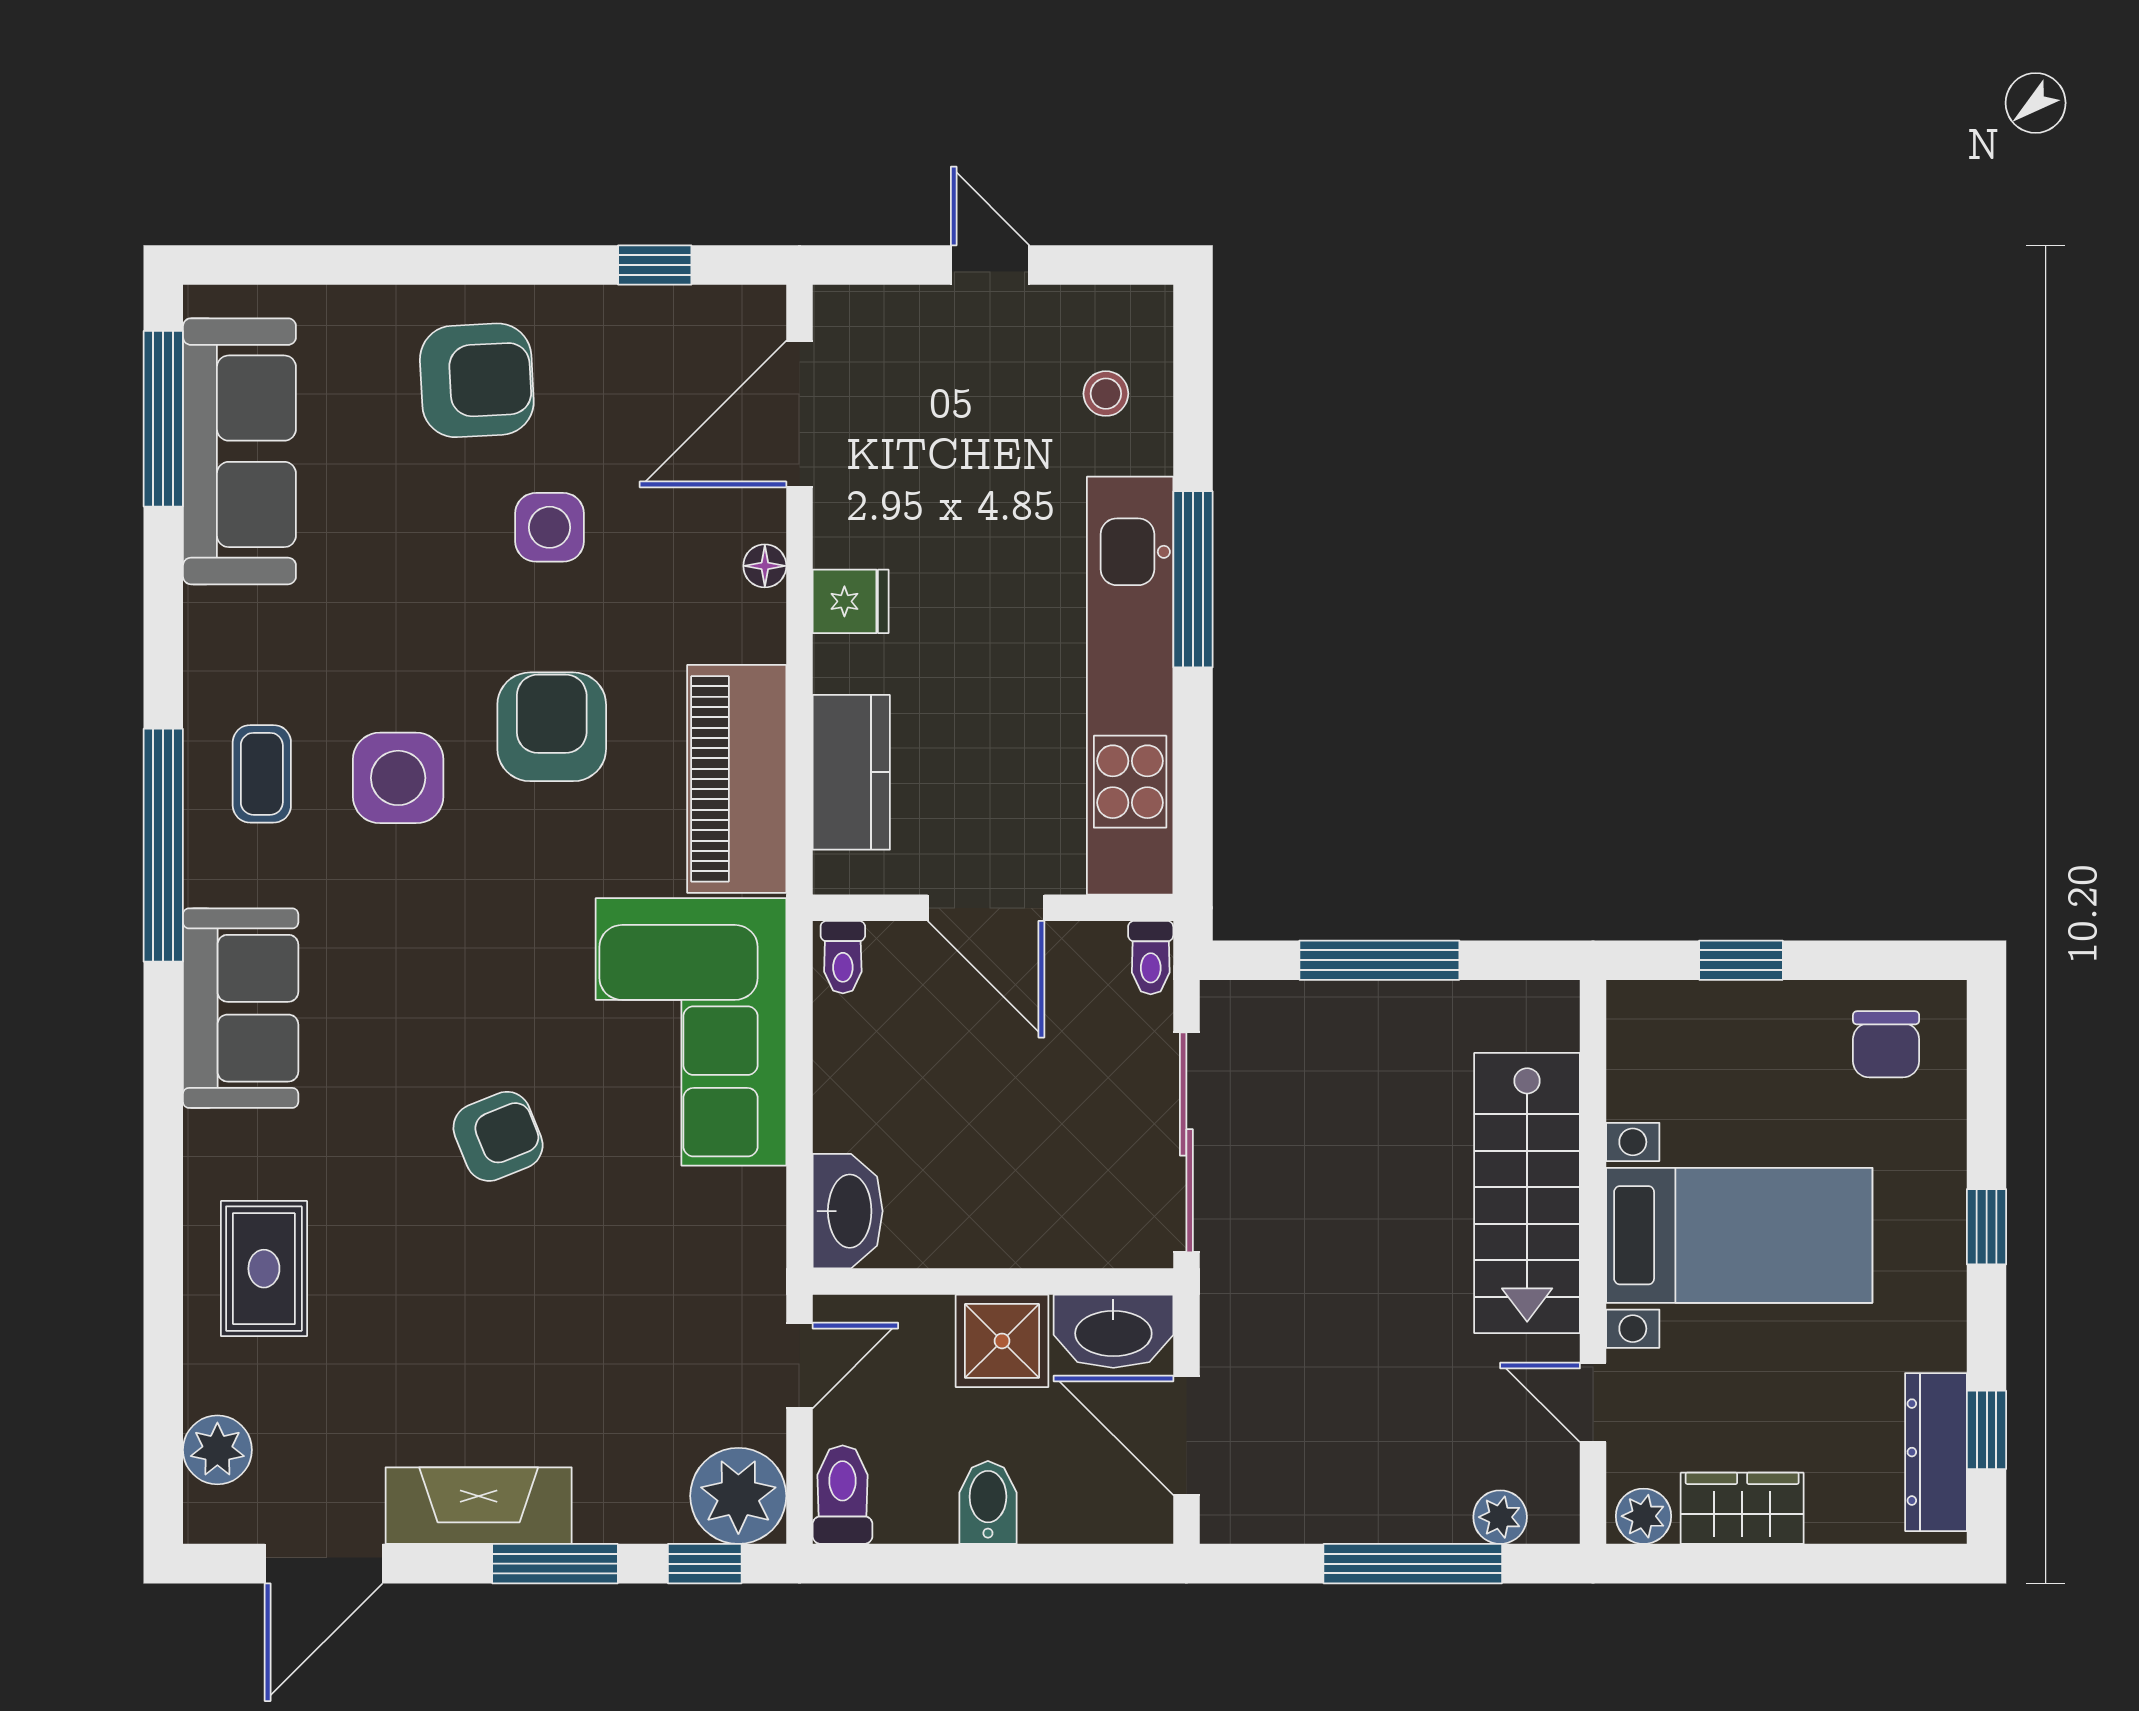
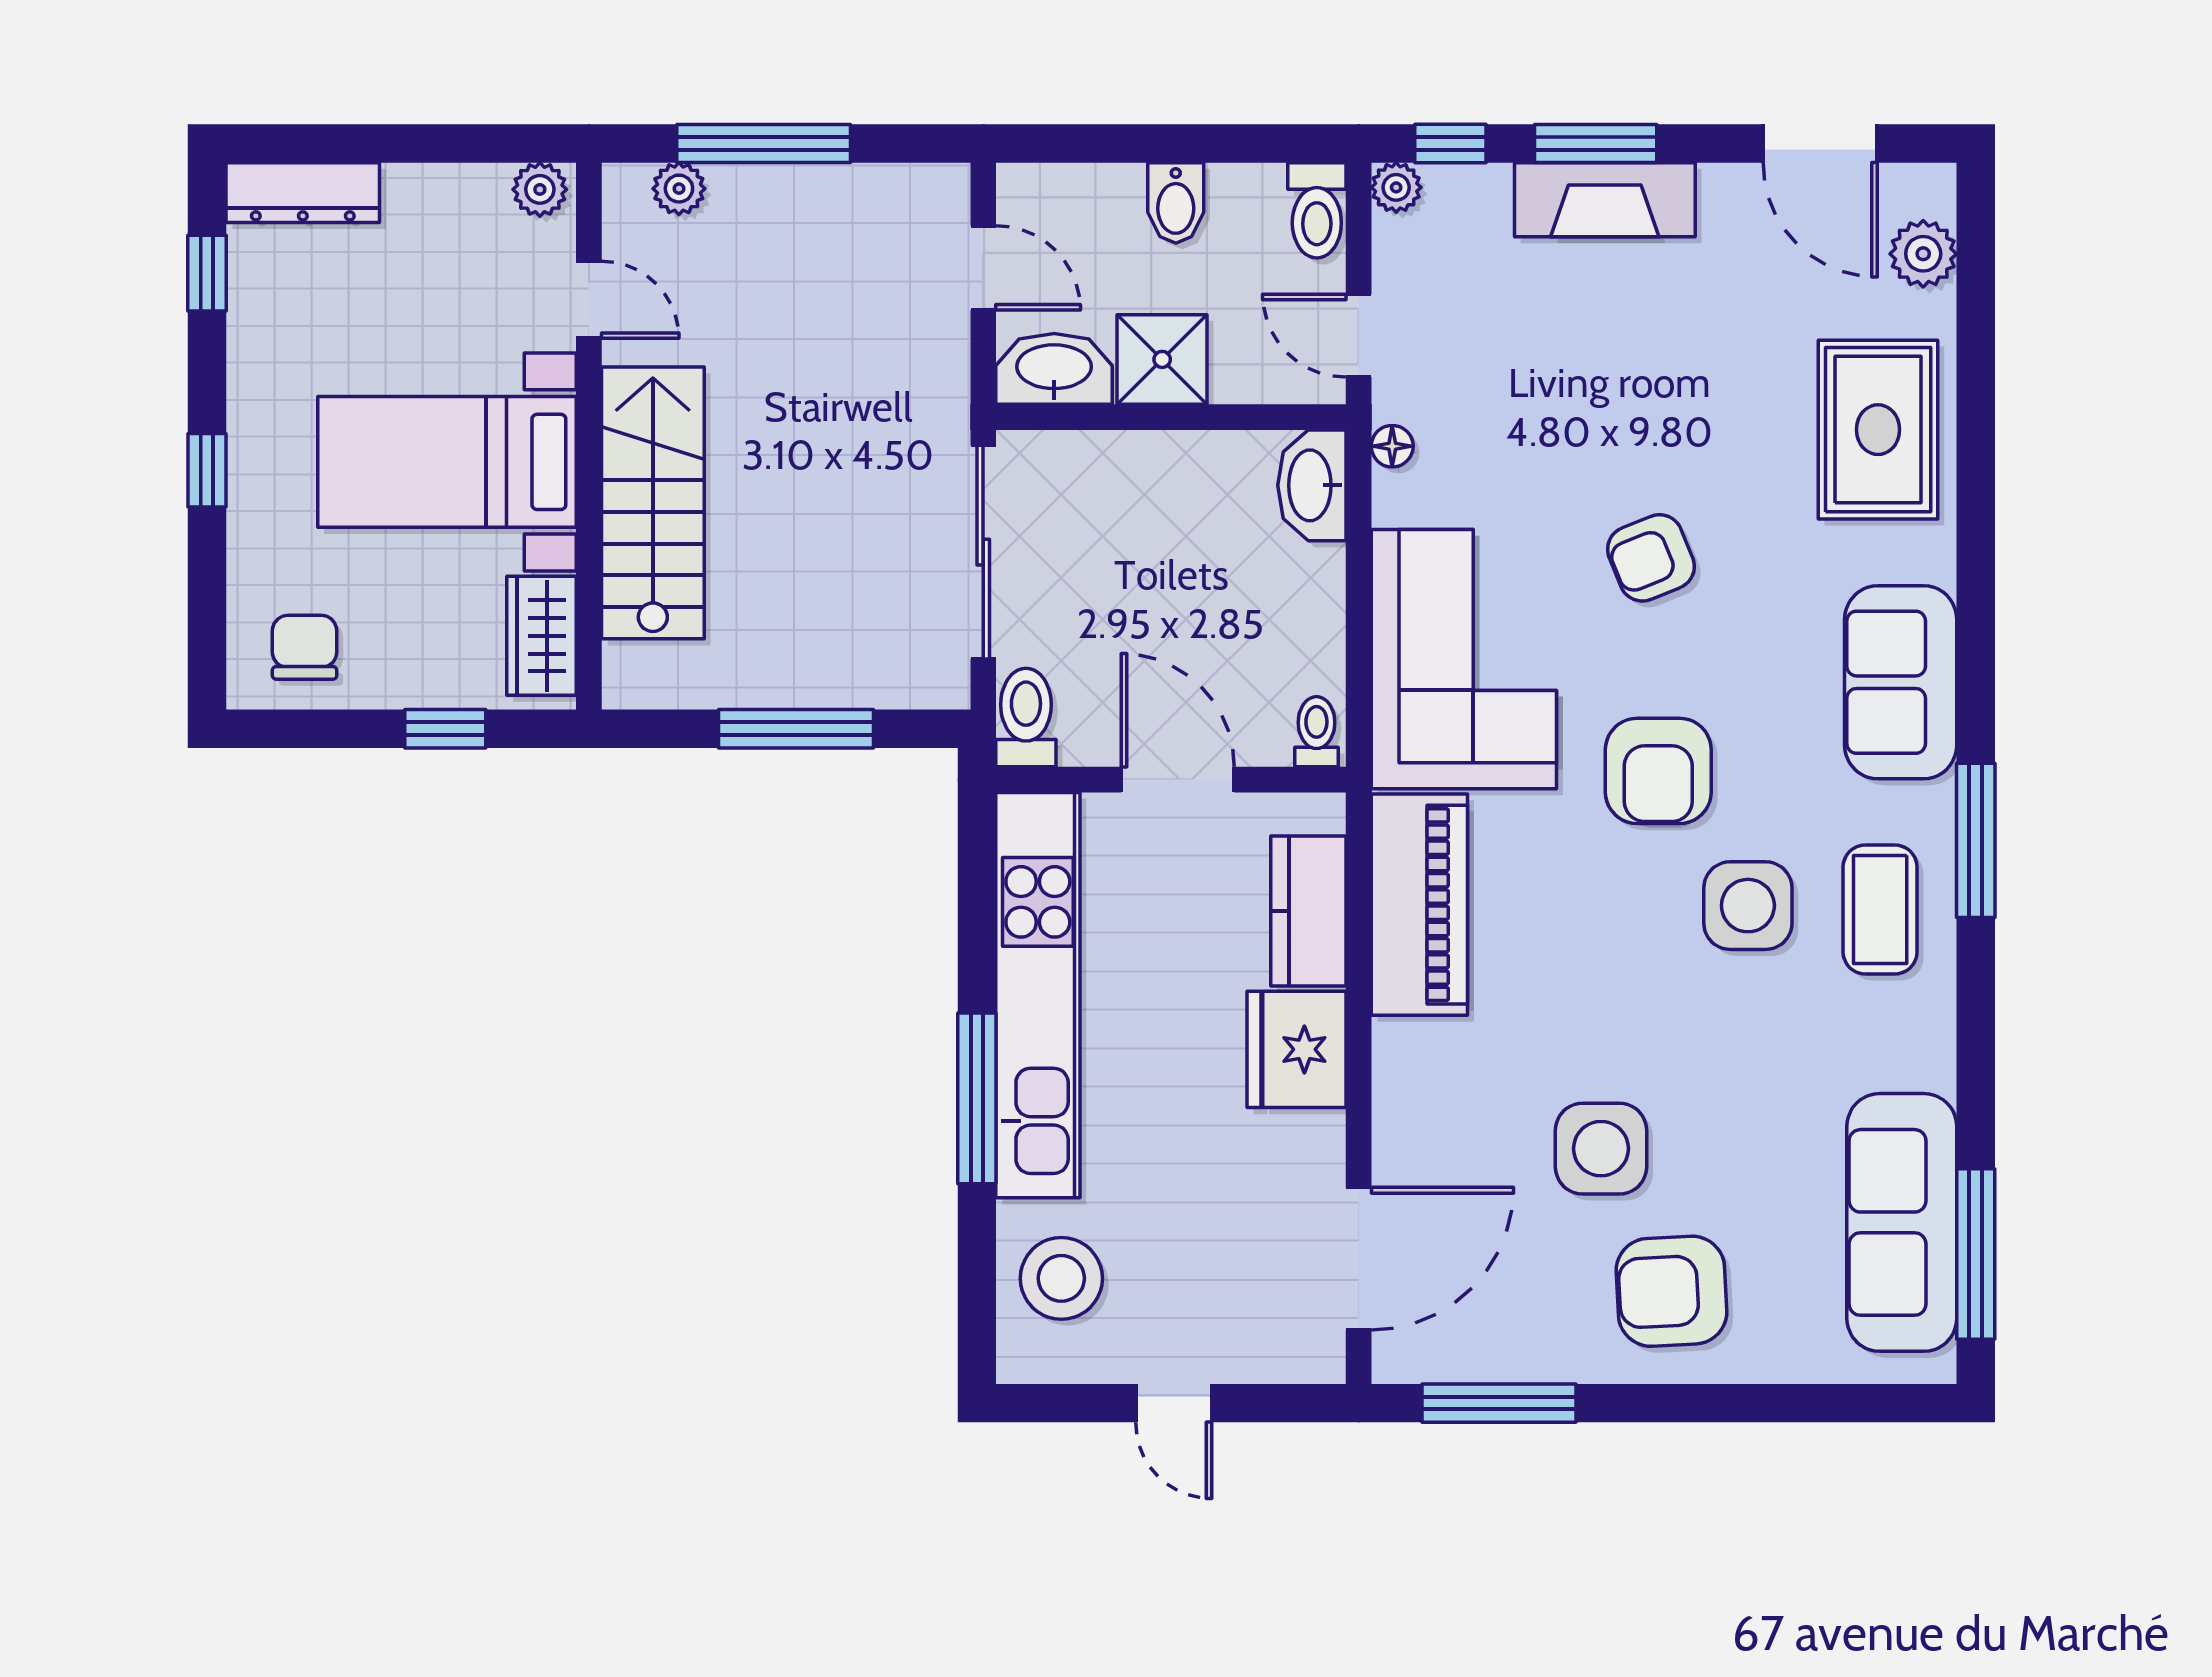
window: (655, 265) -> (1499, 1403), width x2.17
stool: (1106, 394) -> (1061, 1278), width x1.89, depth x1.89
side table: (550, 527) -> (1601, 1149), width x1.37, depth x1.37
floor lamp: (765, 566) -> (1392, 446), moved
fridge: (851, 601) -> (1297, 1049), width x1.88, depth x1.34
armchair: (552, 727) -> (1658, 771), moved
coffee table: (262, 774) -> (1880, 910), width x1.36, depth x1.30
window: (163, 845) -> (1976, 840), width x0.68
toilet: (1151, 958) -> (1026, 718), width x1.37, depth x1.39
rug: (264, 1269) -> (1878, 430), width x1.36, depth x1.43
door: (799, 1365) -> (1359, 336), hinge flipped
door: (1186, 1435) -> (983, 268), width x0.73
dresser: (1936, 1452) -> (303, 193), moved, turned 90
plant: (738, 1496) -> (1396, 187), width x0.53, depth x0.53
fireplace: (479, 1506) -> (1605, 200), moved
wardrobe: (1742, 1508) -> (542, 636), moved, turned 90
door: (324, 1564) -> (1820, 143), swing flipped

